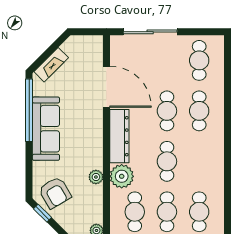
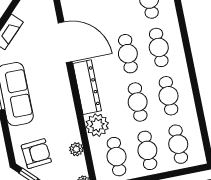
cafe table: (199, 161) -> (168, 96), added
plant: (96, 177) -> (76, 149), moved
armchair: (55, 193) -> (36, 154), turned -65

